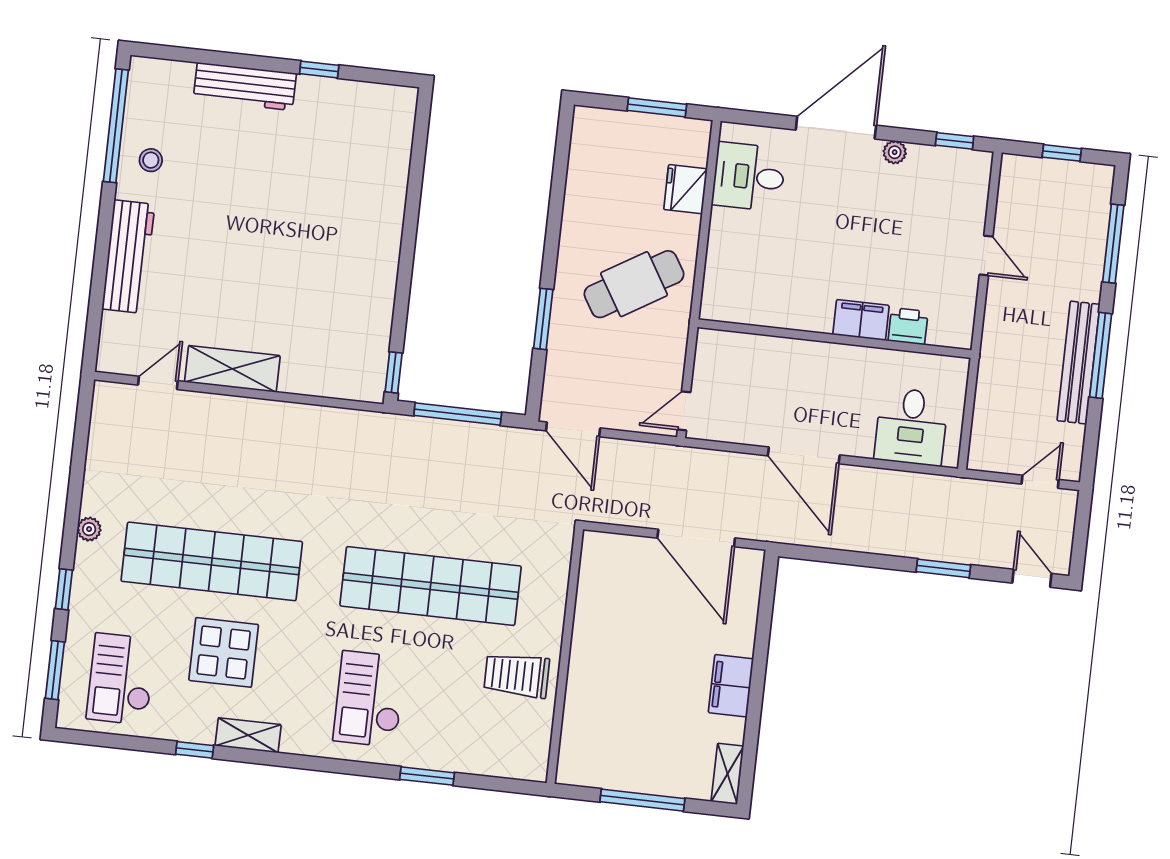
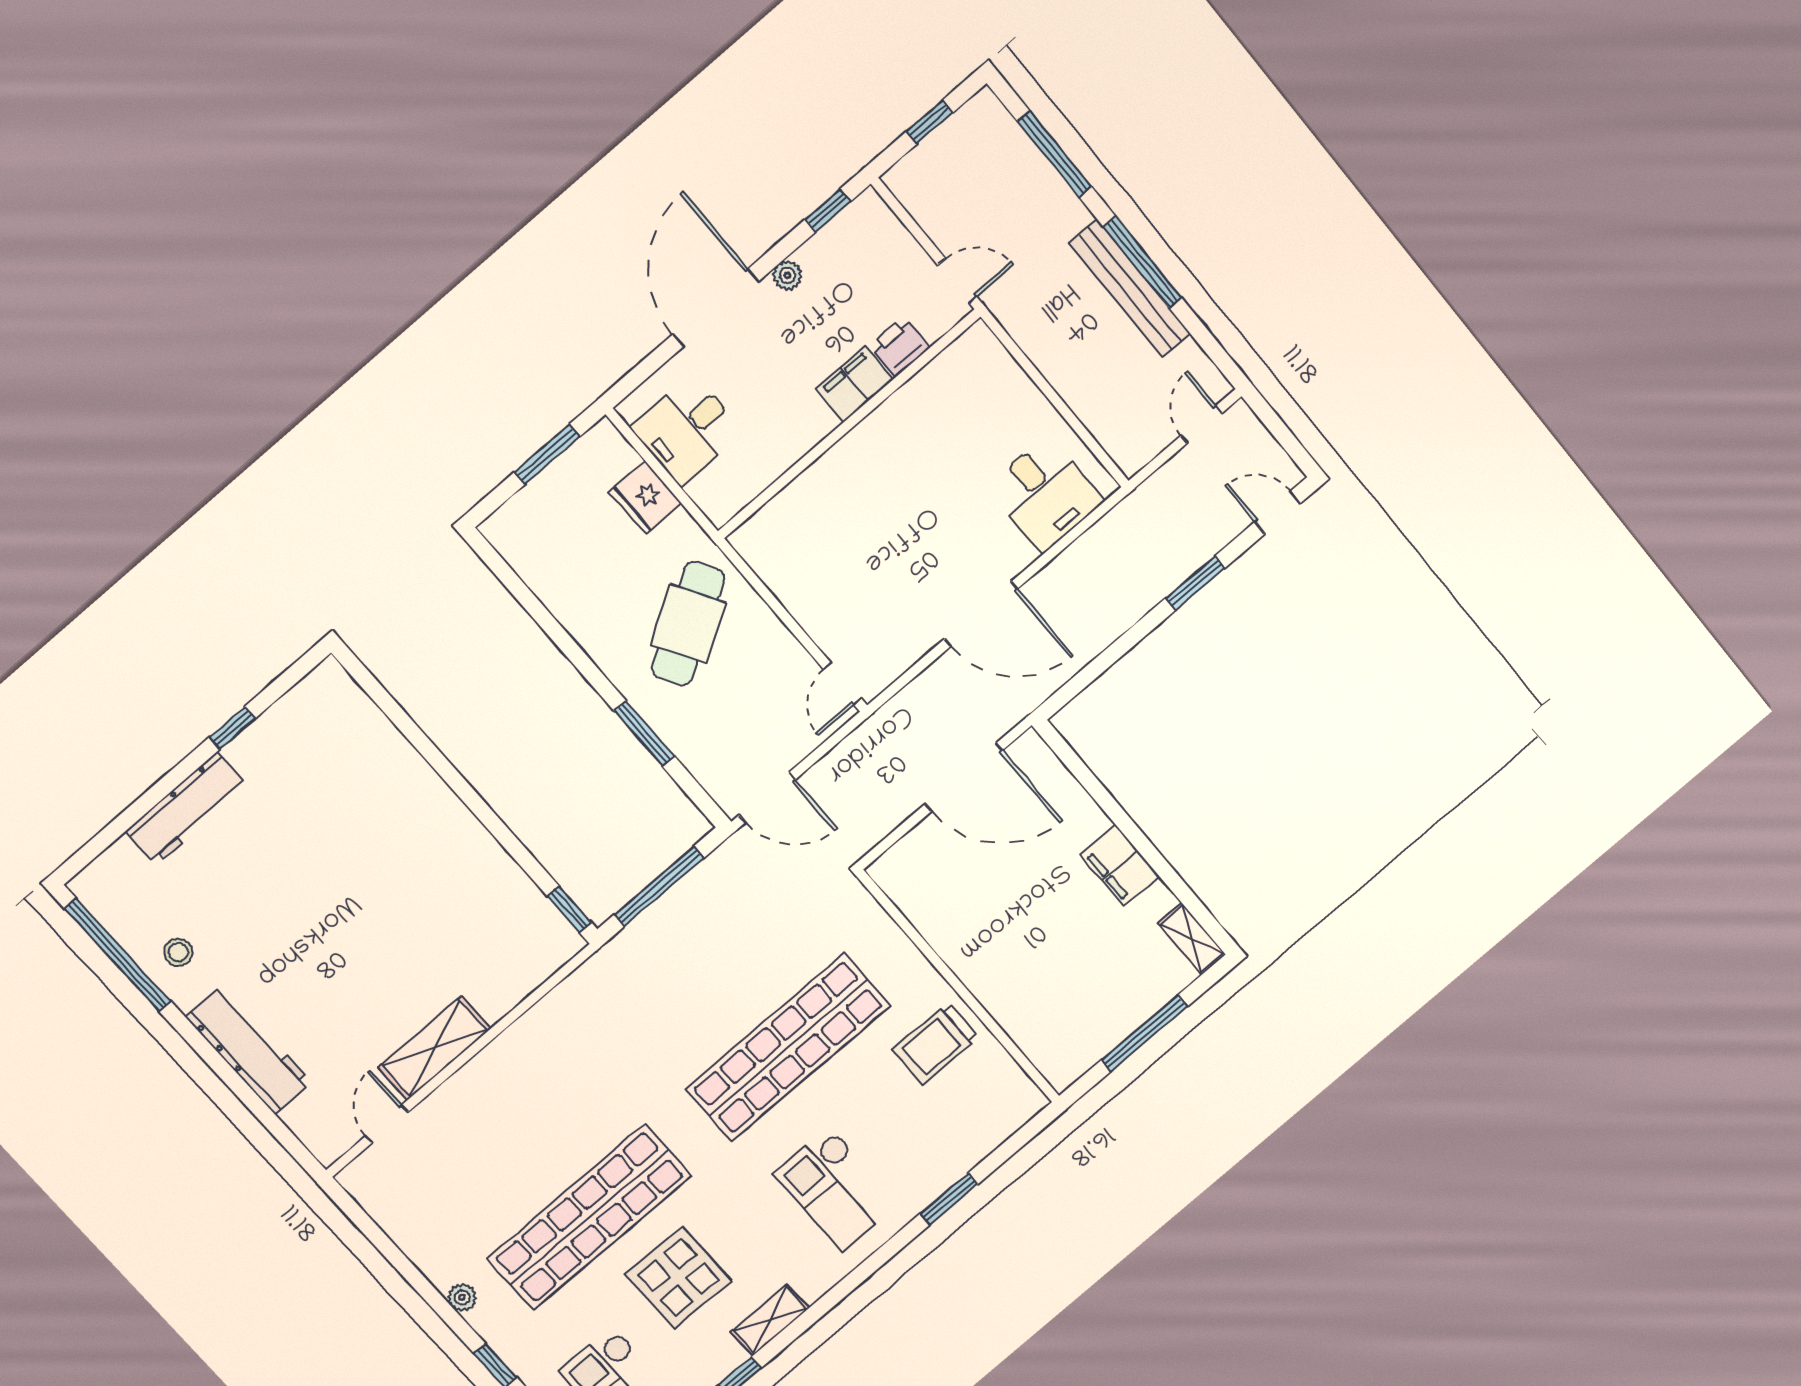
filing cabinet: (861, 320) -> (855, 384), moved
printer: (908, 326) -> (900, 347), moved
wall: (834, 339) -> (849, 424), moved

